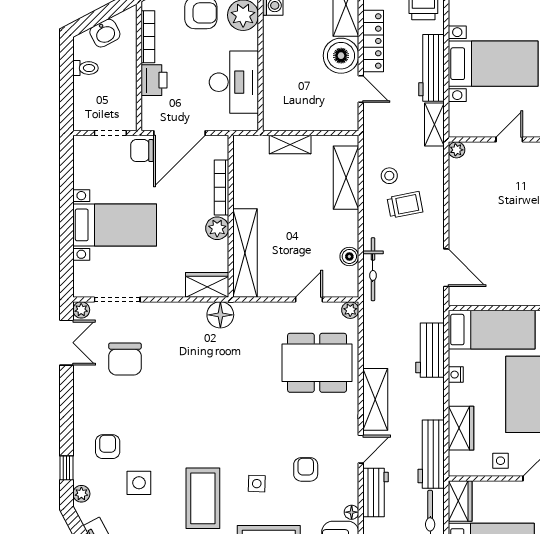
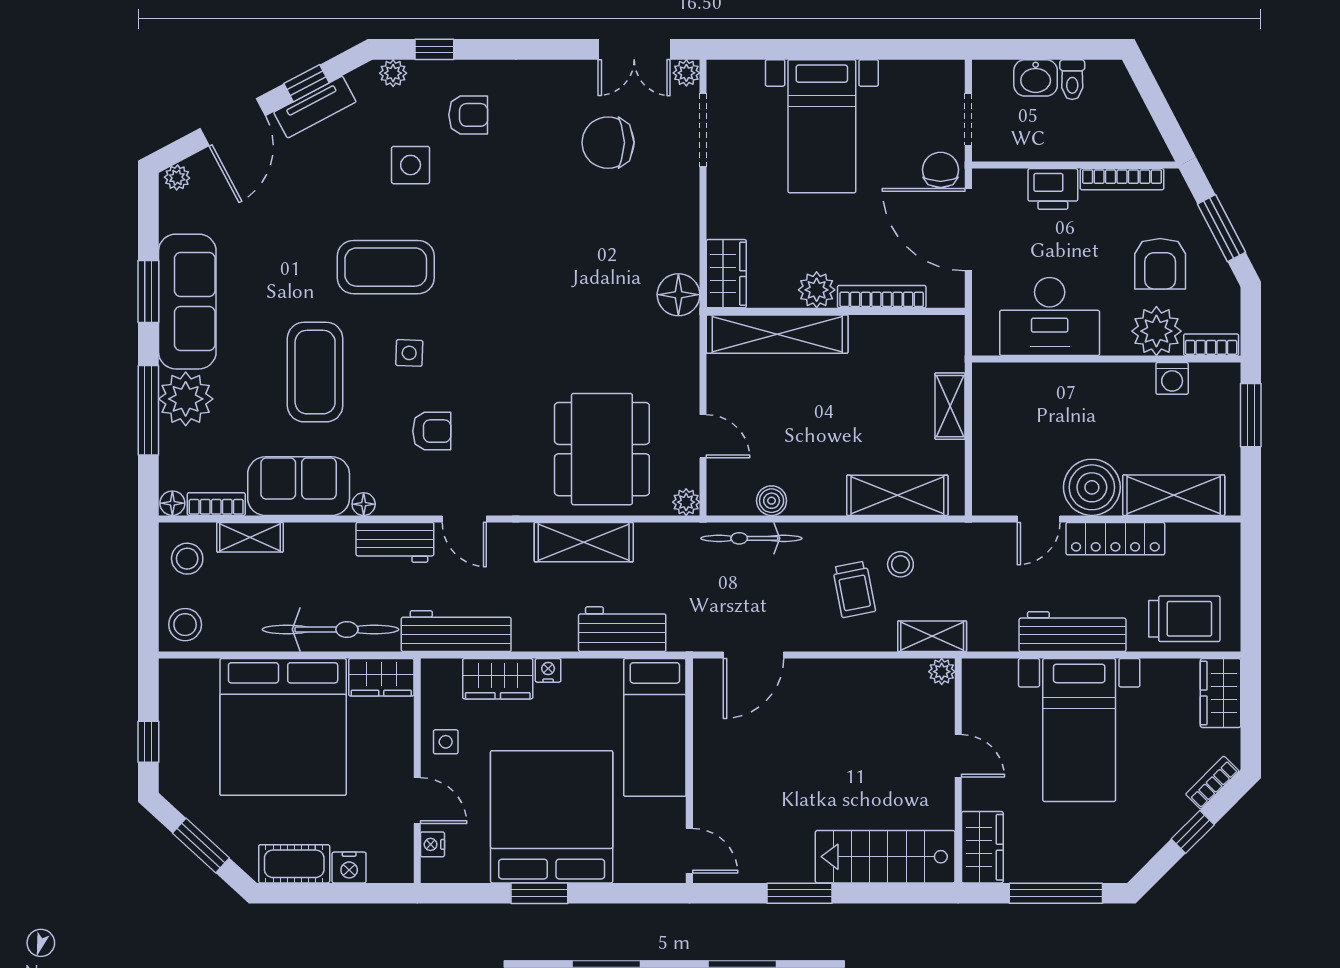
washbasin: (105, 33) -> (1036, 78), moved, turned -62
shelving: (434, 124) -> (932, 636), moved
nightstand: (456, 375) -> (548, 670), moved
shelving: (375, 399) -> (584, 542), moved

